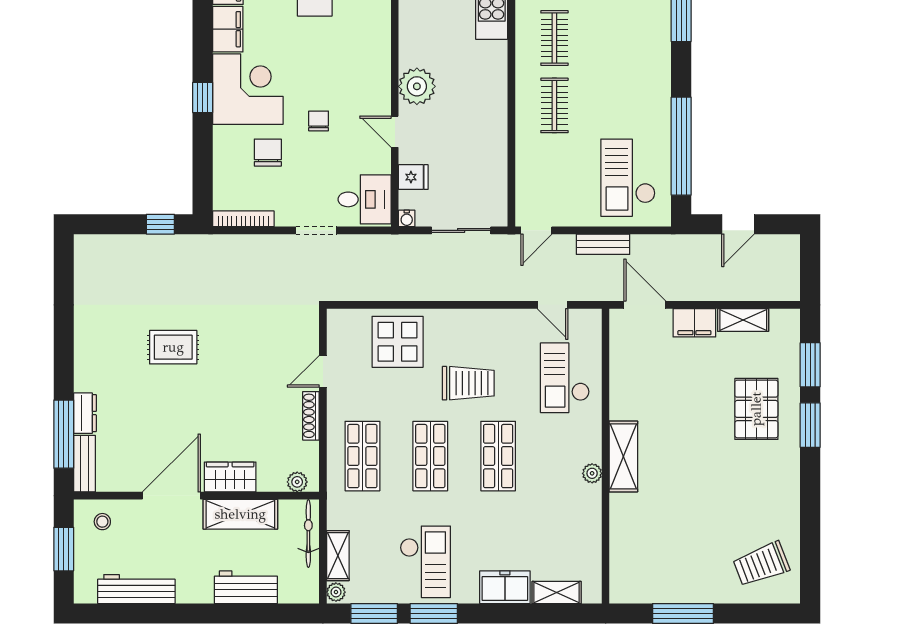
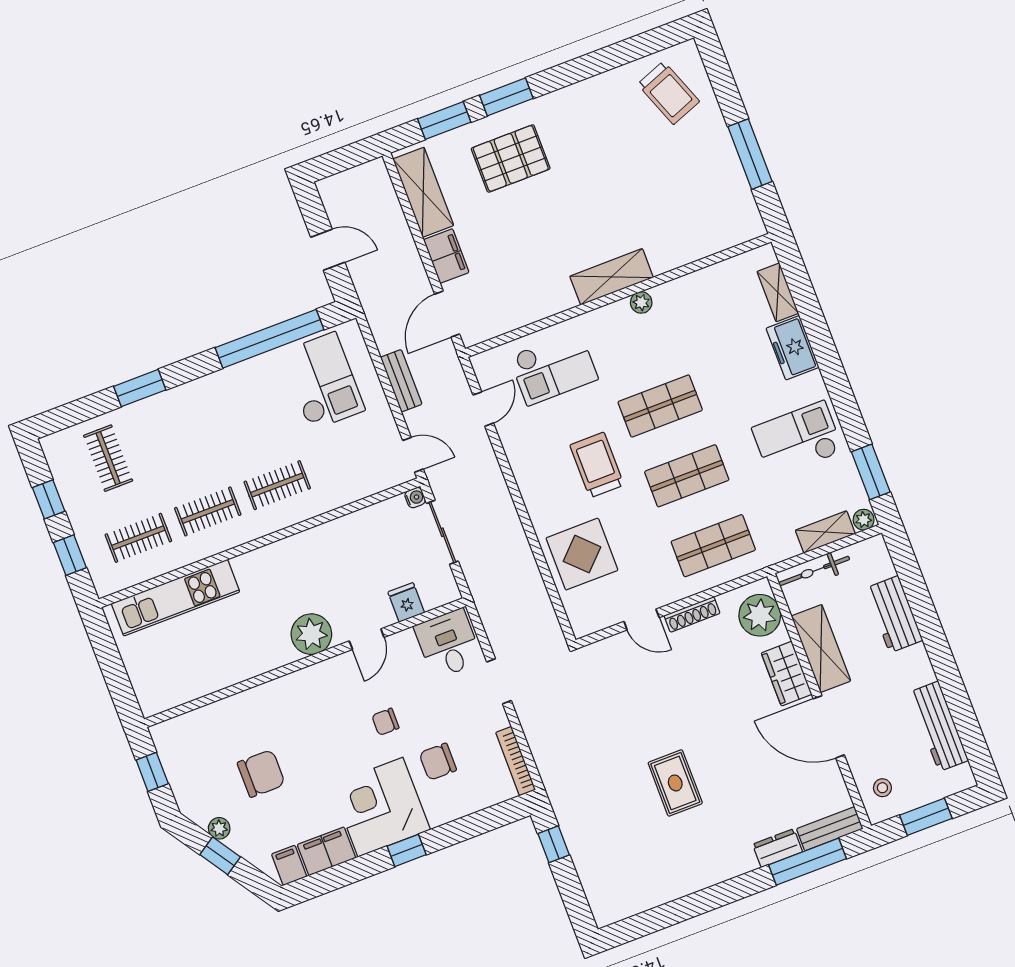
checkout: (628, 178) -> (323, 381), turned -90
water cooler: (407, 218) -> (415, 498), moved
shelving: (743, 320) -> (423, 192), width x1.50, depth x1.33
plant: (297, 482) -> (760, 615), width x1.87, depth x1.87
window: (434, 614) -> (847, 411), removed

